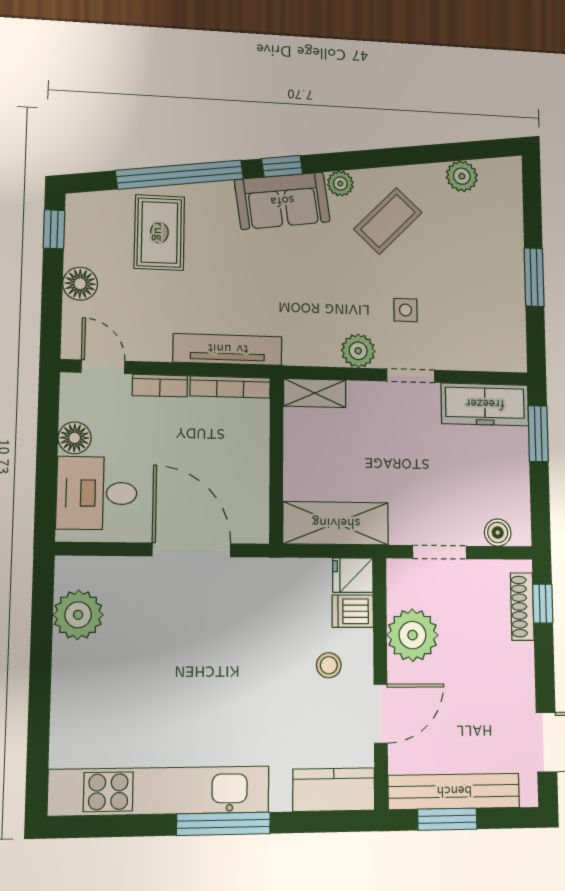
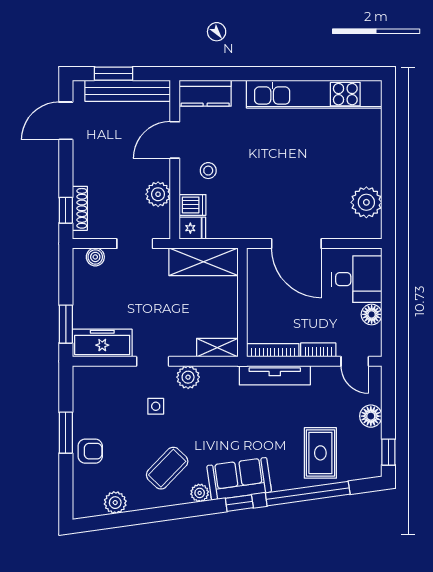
armchair: (499, 250) -> (90, 451), added
plant: (412, 635) -> (158, 194), width x0.73, depth x0.73
window: (447, 819) -> (114, 74), moved
window: (223, 824) -> (274, 74), removed

